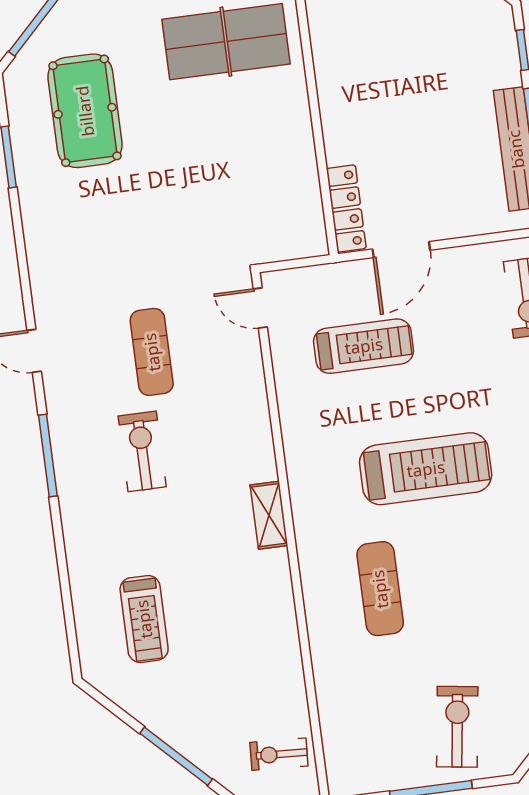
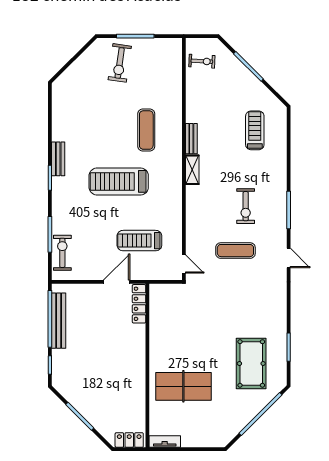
exercise mat: (152, 352) -> (235, 251), turned 90
bench: (280, 583) -> (191, 139), added

